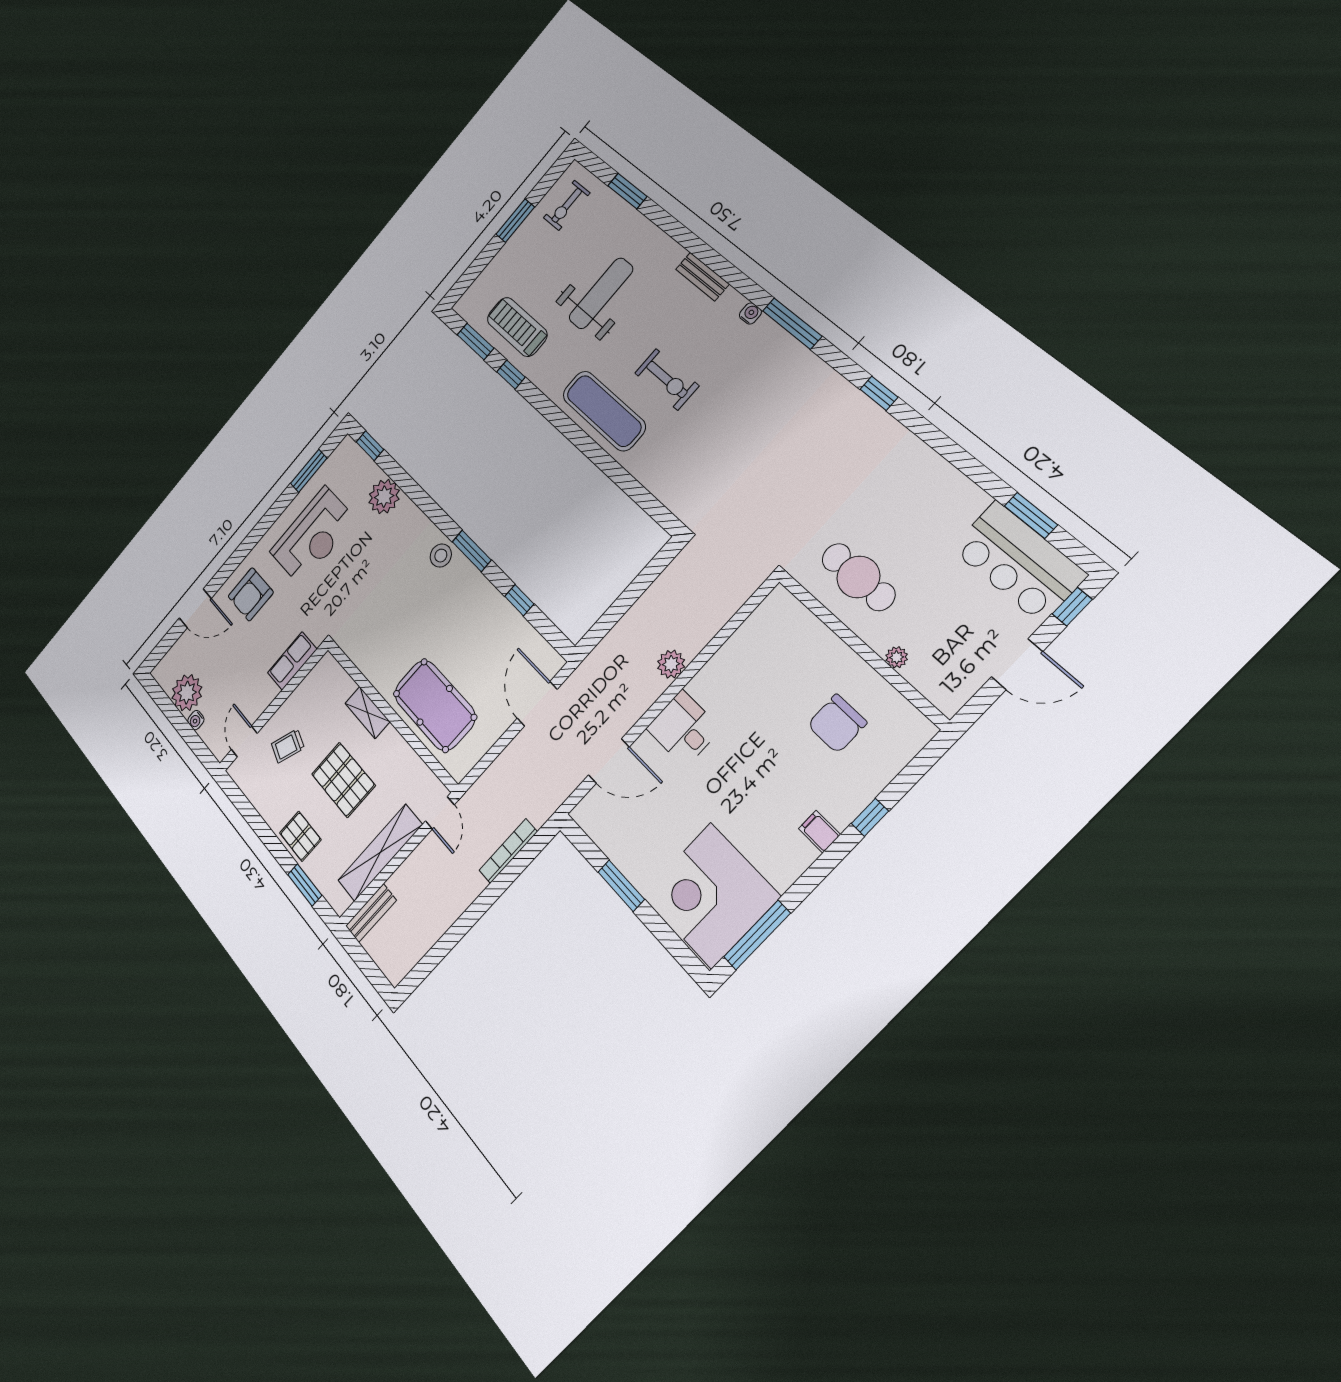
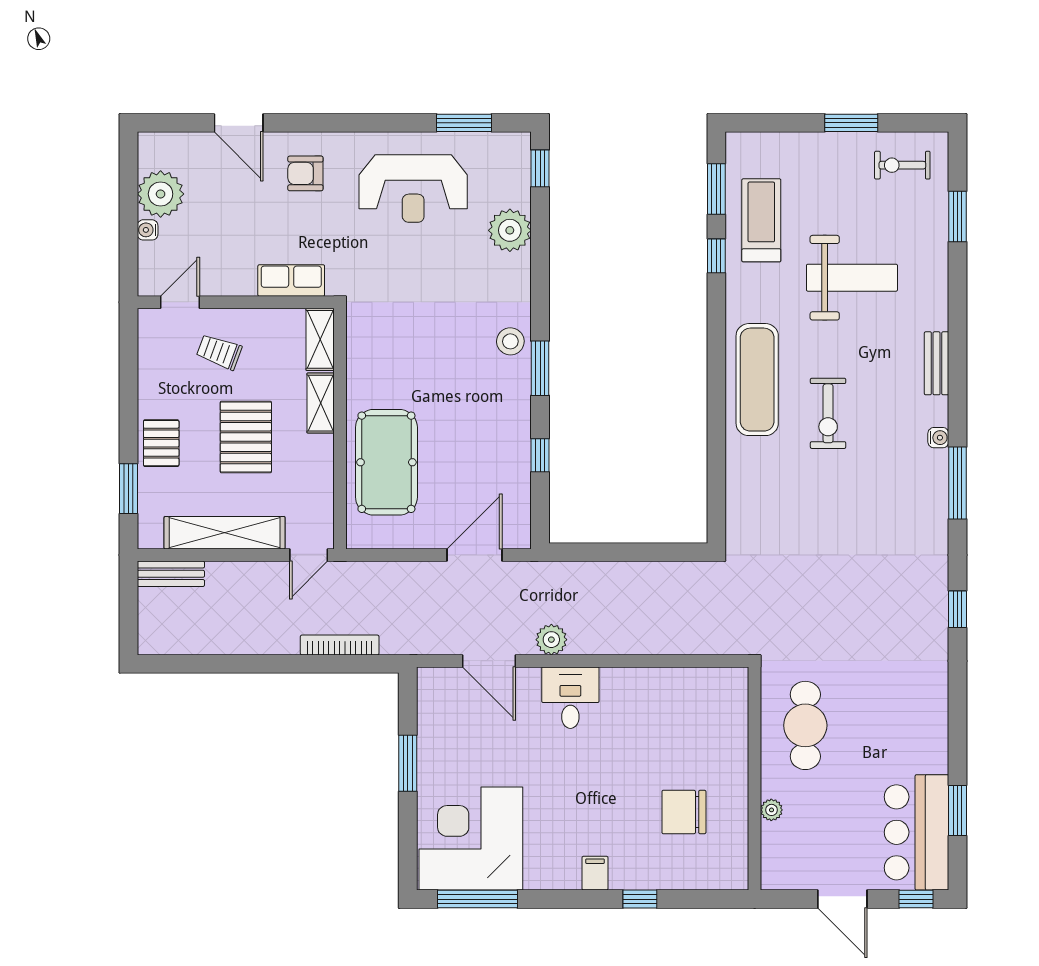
armchair: (251, 594) -> (305, 173), width x0.72, depth x0.72
plant: (671, 664) -> (551, 640), moved
shelving: (336, 676) -> (320, 339), added

